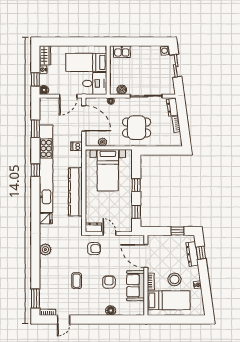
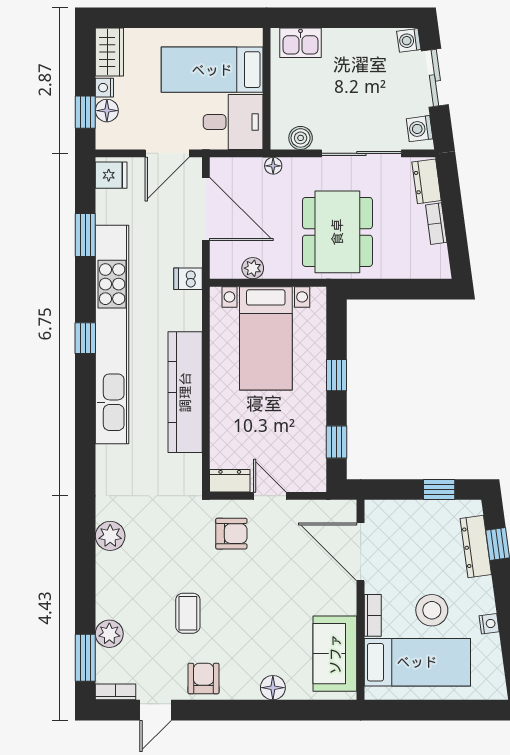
washing machine: (170, 86) -> (420, 129), added
floor lamp: (44, 90) -> (107, 111), moved
dining table: (137, 128) -> (337, 232), width x1.38
fridge: (46, 219) -> (111, 175), moved
armchair: (109, 282) -> (204, 678), moved
sofa: (136, 286) -> (335, 654), moved
plant: (45, 289) -> (109, 634), added

